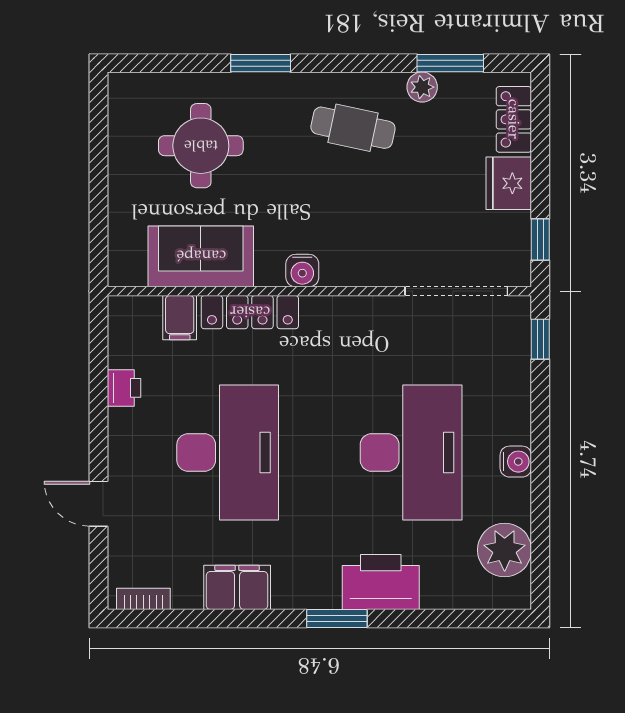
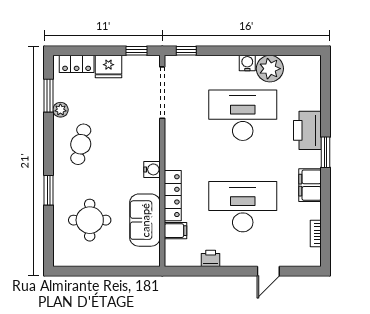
plant: (505, 550) -> (270, 69), moved
filing cabinet: (237, 587) -> (310, 185), moved
bookcase: (143, 599) -> (316, 233), moved

